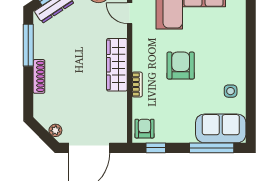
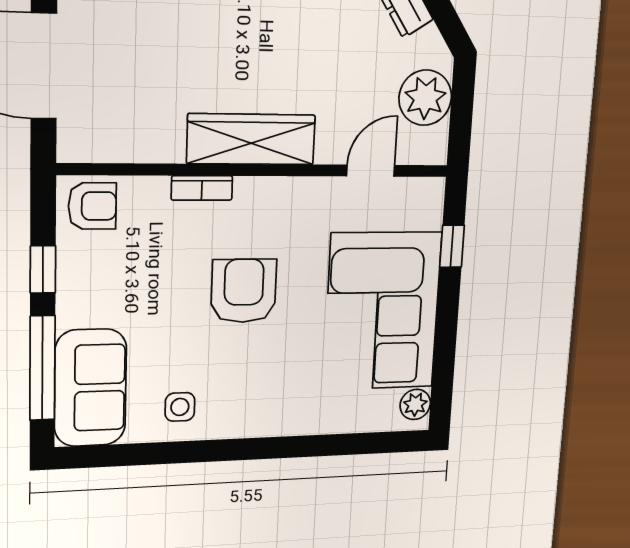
armchair: (181, 66) -> (244, 291), turned -90
window: (156, 148) -> (43, 269), moved

